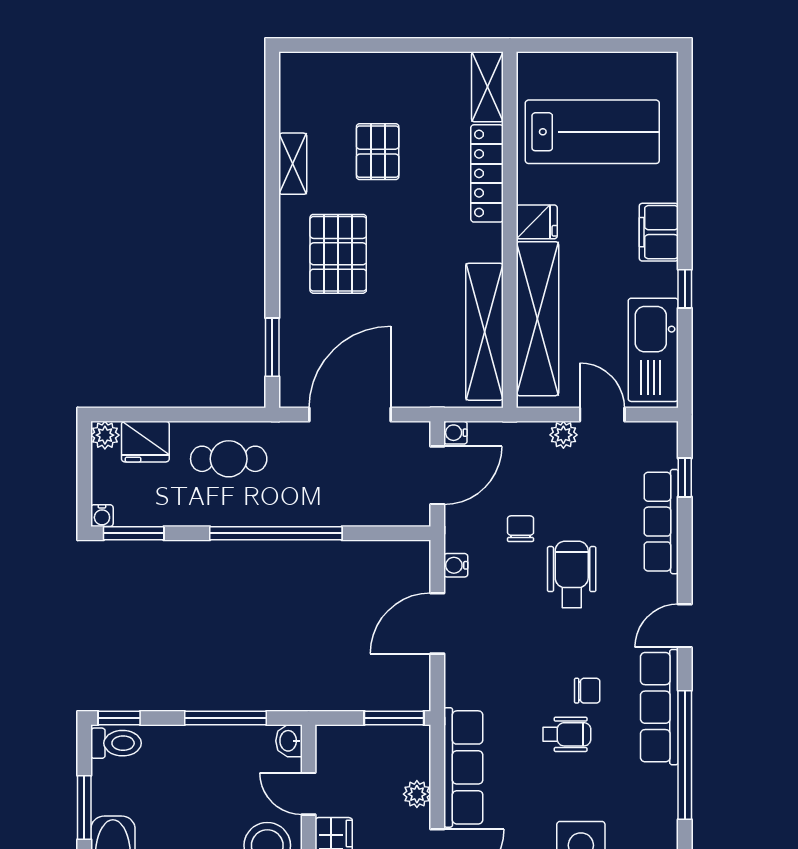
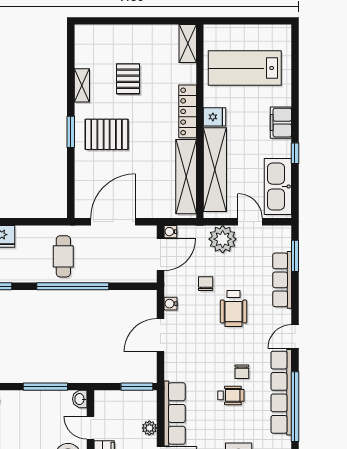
lab bench: (592, 132) -> (245, 68), turned 180
locker: (487, 173) -> (188, 111), moved
pallet: (338, 254) -> (107, 134), turned 90
window: (272, 347) -> (71, 132), moved
plant: (563, 435) -> (223, 239), width x1.87, depth x1.87
cafe table: (229, 459) -> (63, 256), moved, turned 90
window: (685, 477) -> (295, 256), width x1.50
wheelchair: (572, 574) -> (234, 309), turned 180
chair: (587, 691) -> (242, 372), turned 90
row of seats: (659, 707) -> (281, 392), width x1.36

